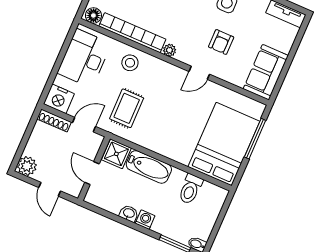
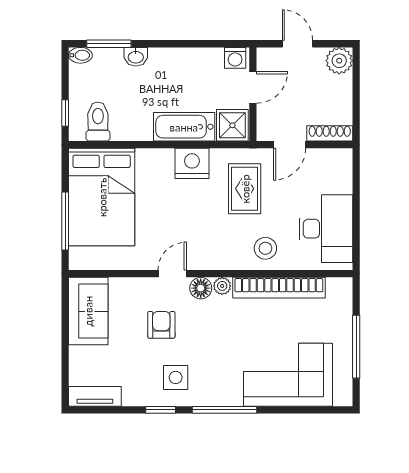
floor lamp: (93, 15) -> (201, 288), moved
nightstand: (59, 99) -> (192, 163), moved
door: (92, 173) -> (253, 87), hinge flipped
toilet: (190, 189) -> (98, 122), moved
window: (224, 210) -> (65, 113), added
washbasin: (129, 213) -> (136, 57), moved
washing machine: (145, 220) -> (235, 58), moved

